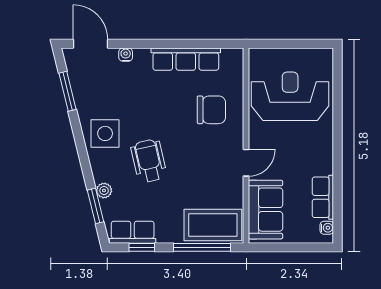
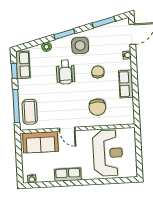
row of seats: (186, 59) -> (126, 84), width x0.68
chair: (151, 106) -> (98, 72), added
wheelchair: (149, 161) -> (65, 72), turned 103
row of seats: (323, 197) -> (68, 175), moved
window: (96, 206) -> (64, 34), moved
coffee table: (213, 225) -> (30, 112), width x0.73, depth x0.76

